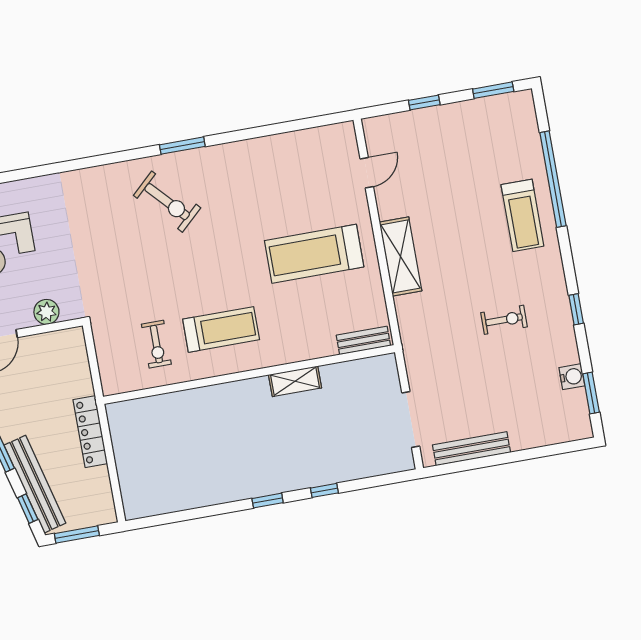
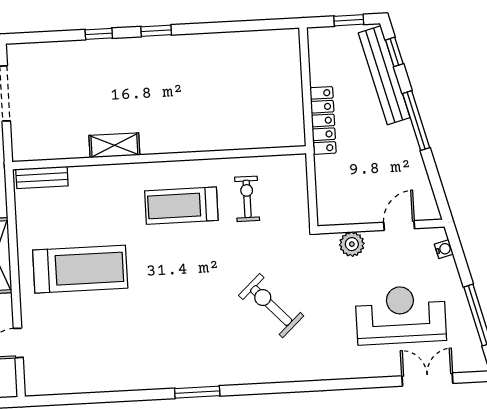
exercise bike: (167, 202) -> (271, 306), moved
window: (77, 535) -> (349, 20), width x0.67

